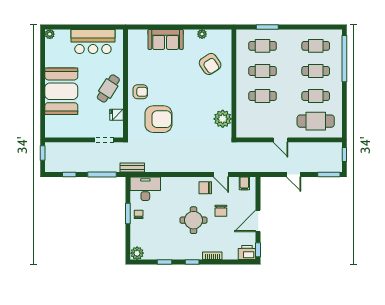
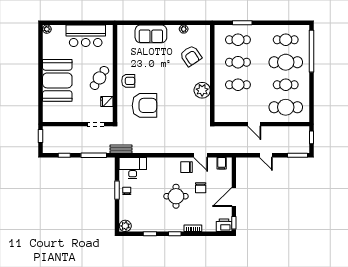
cafe table: (316, 71) -> (286, 62), width x1.37, depth x1.35
plant: (223, 119) -> (202, 90), moved

